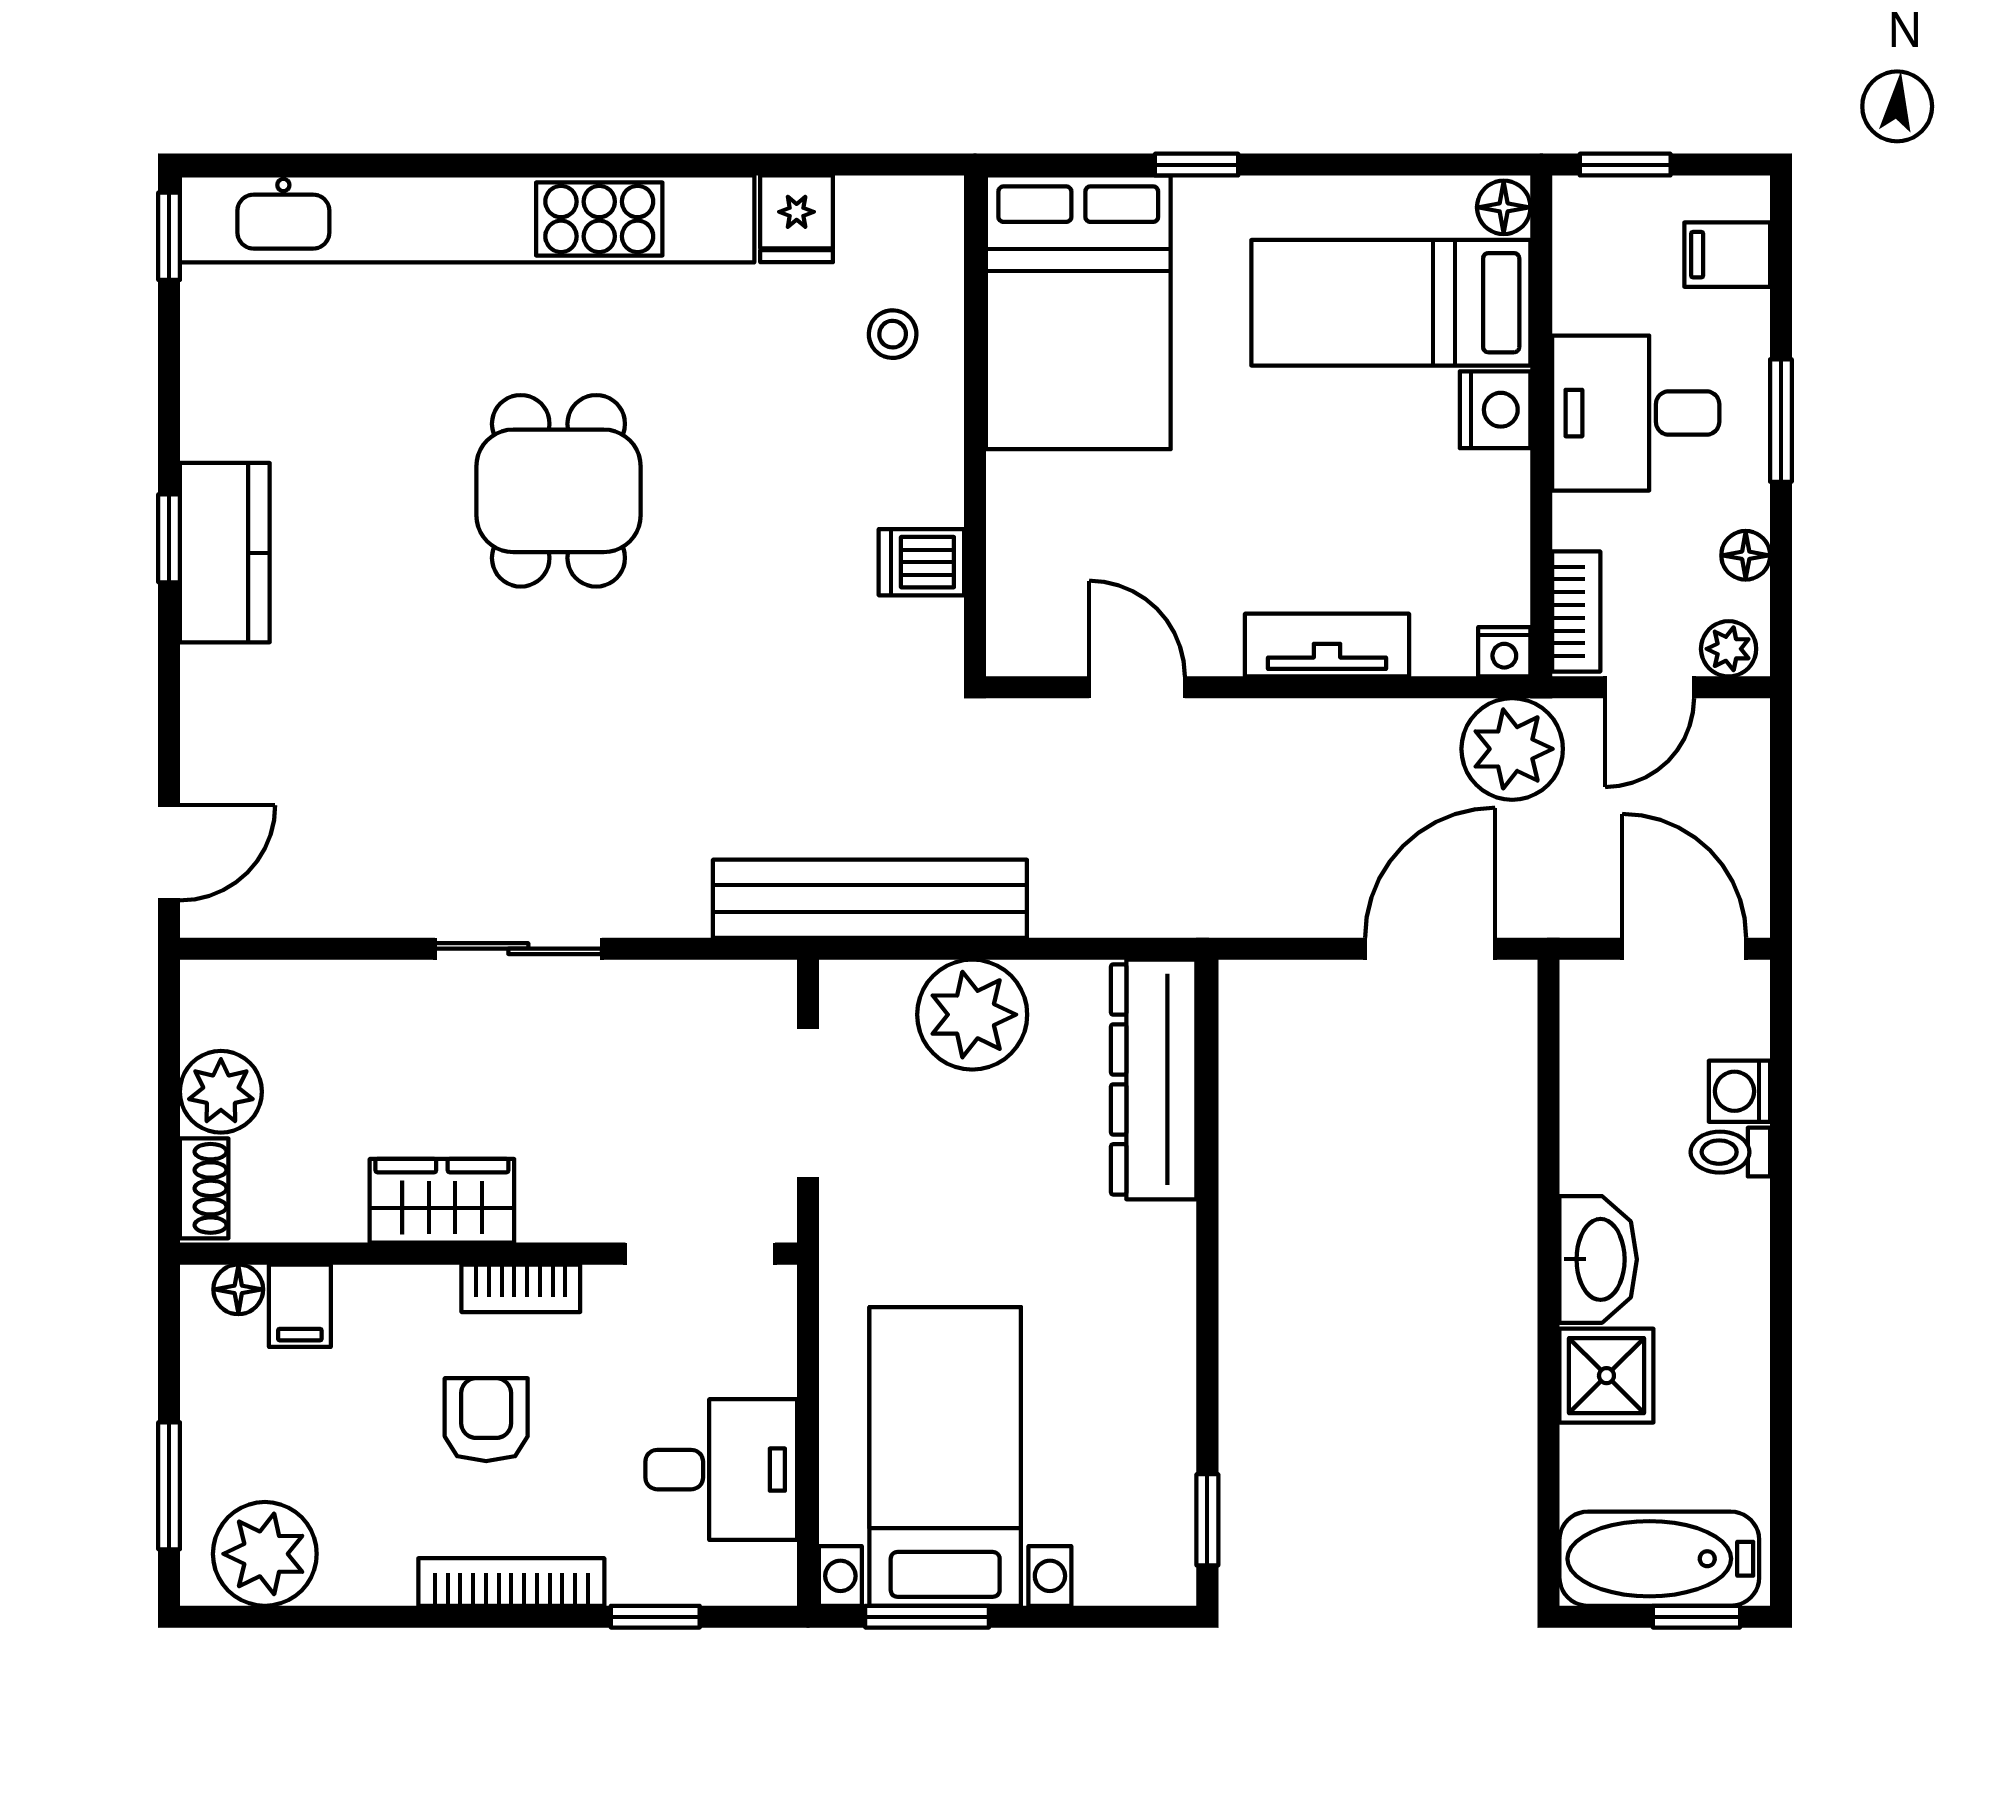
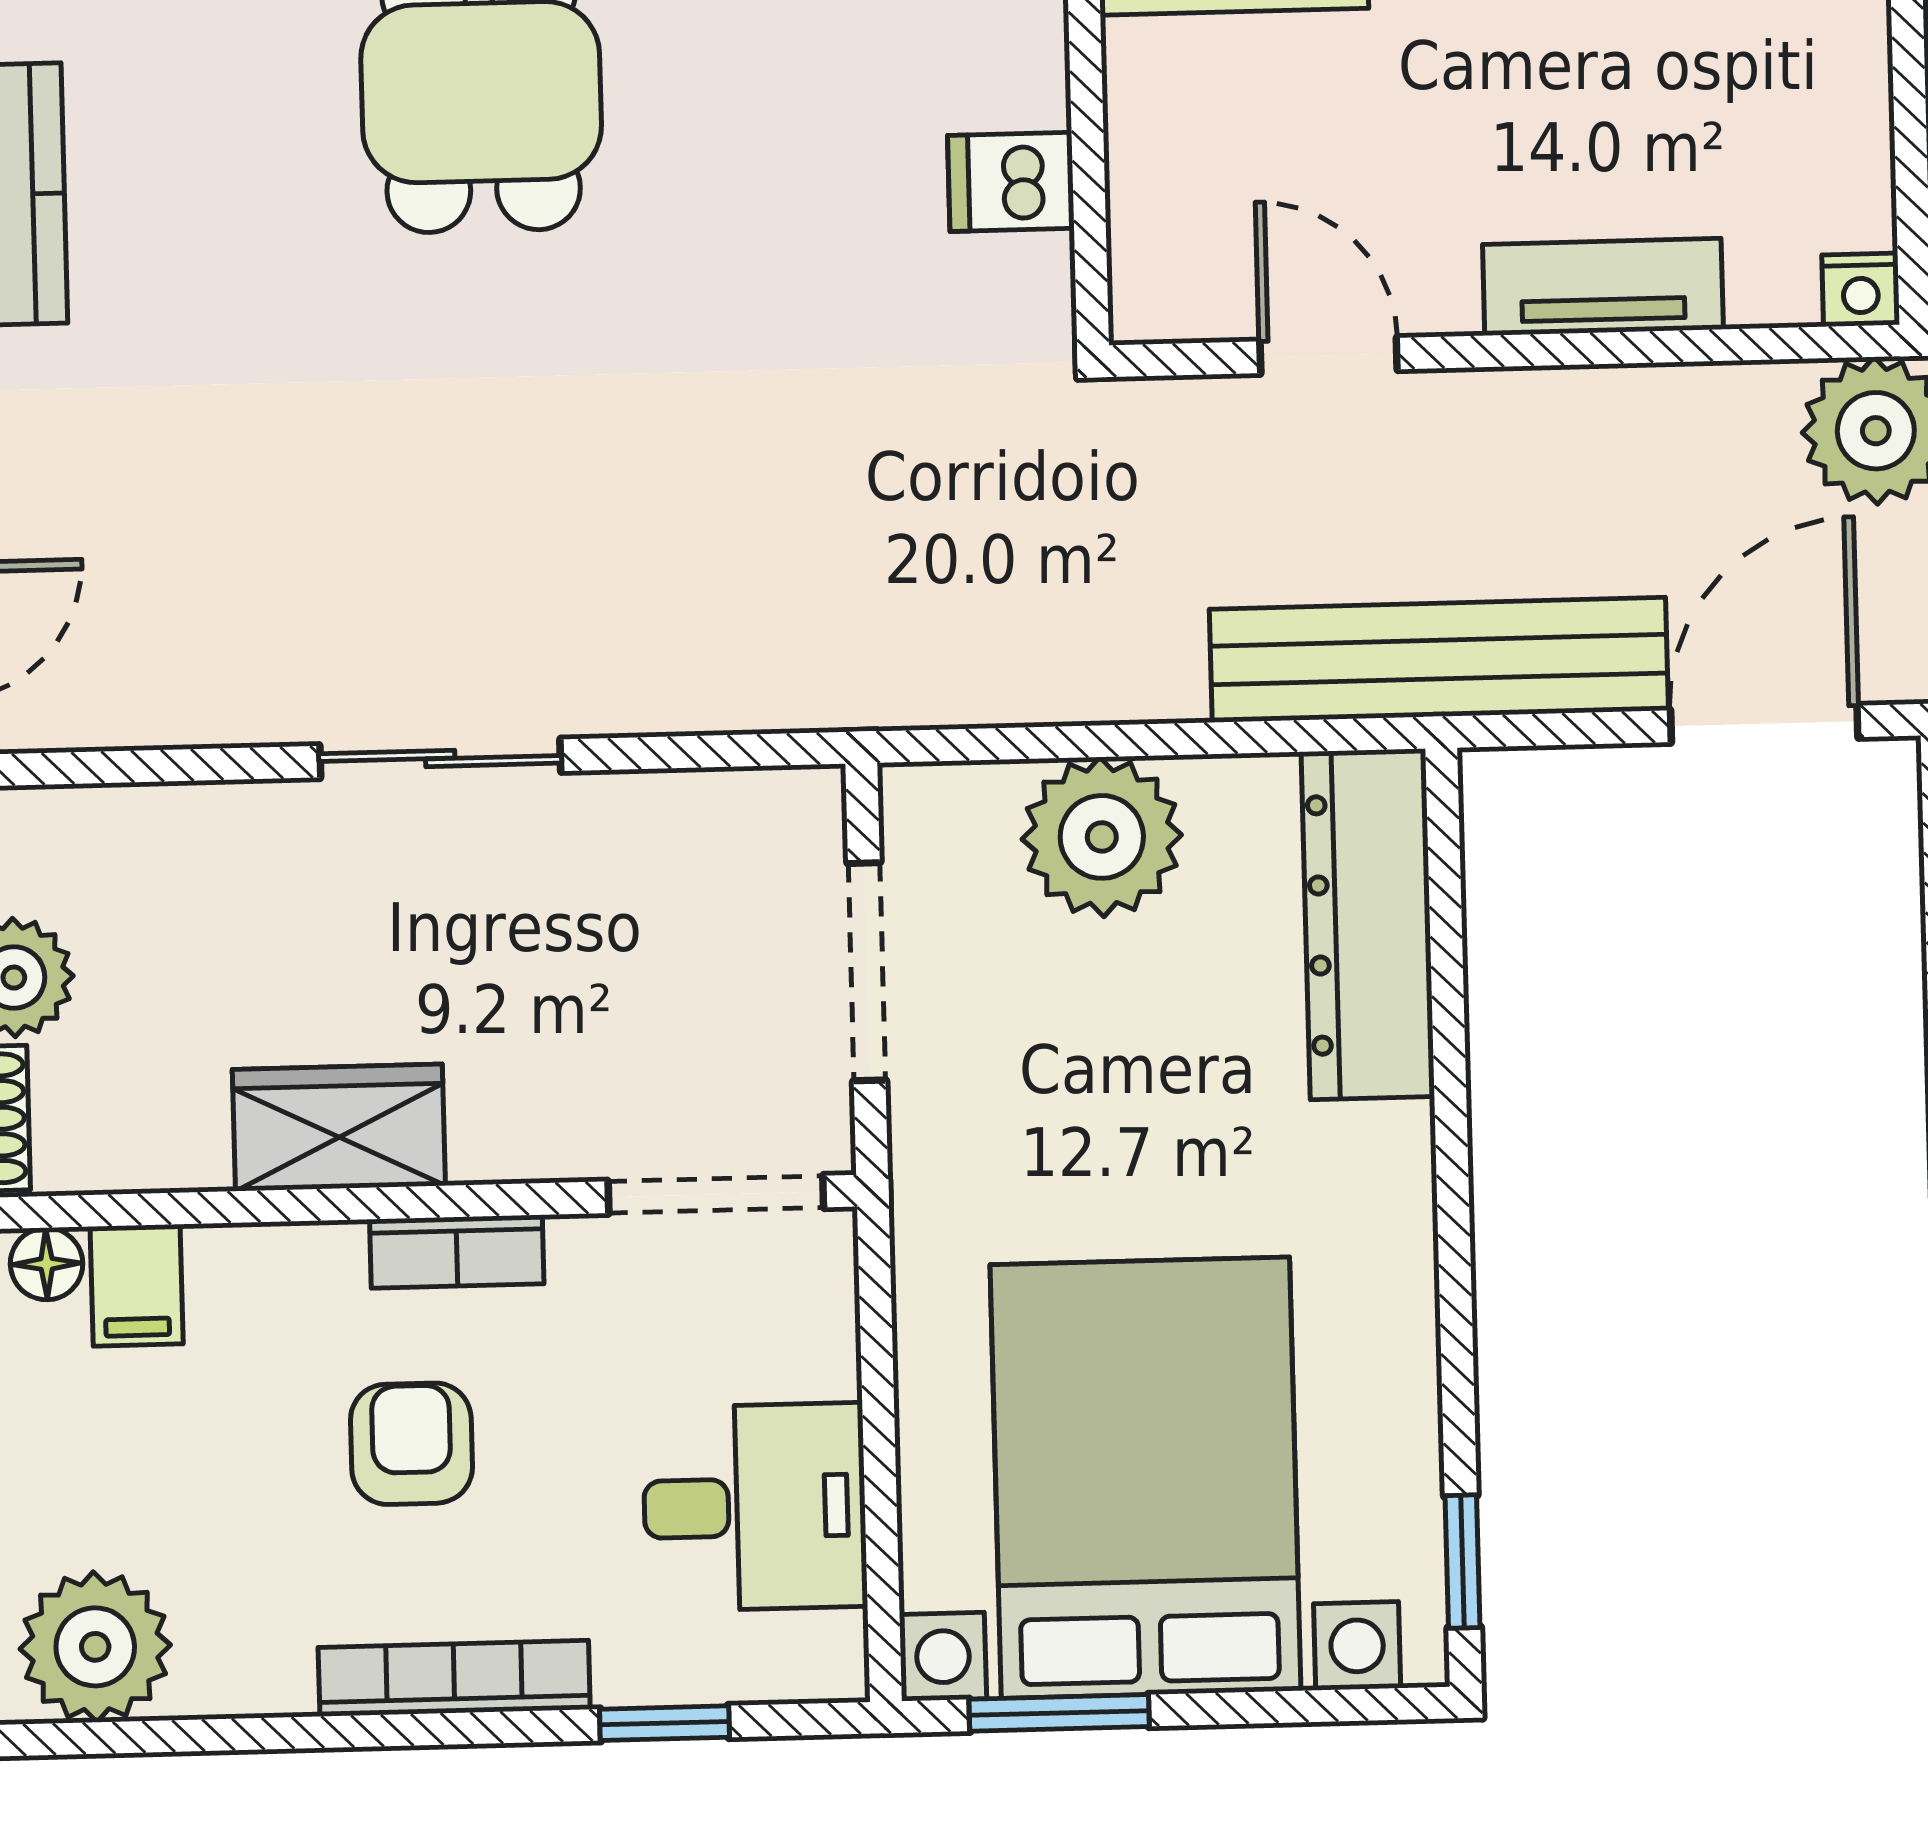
bench: (870, 899) -> (1439, 660), moved
bed with nightstands: (945, 1456) -> (1145, 1478), width x1.36

